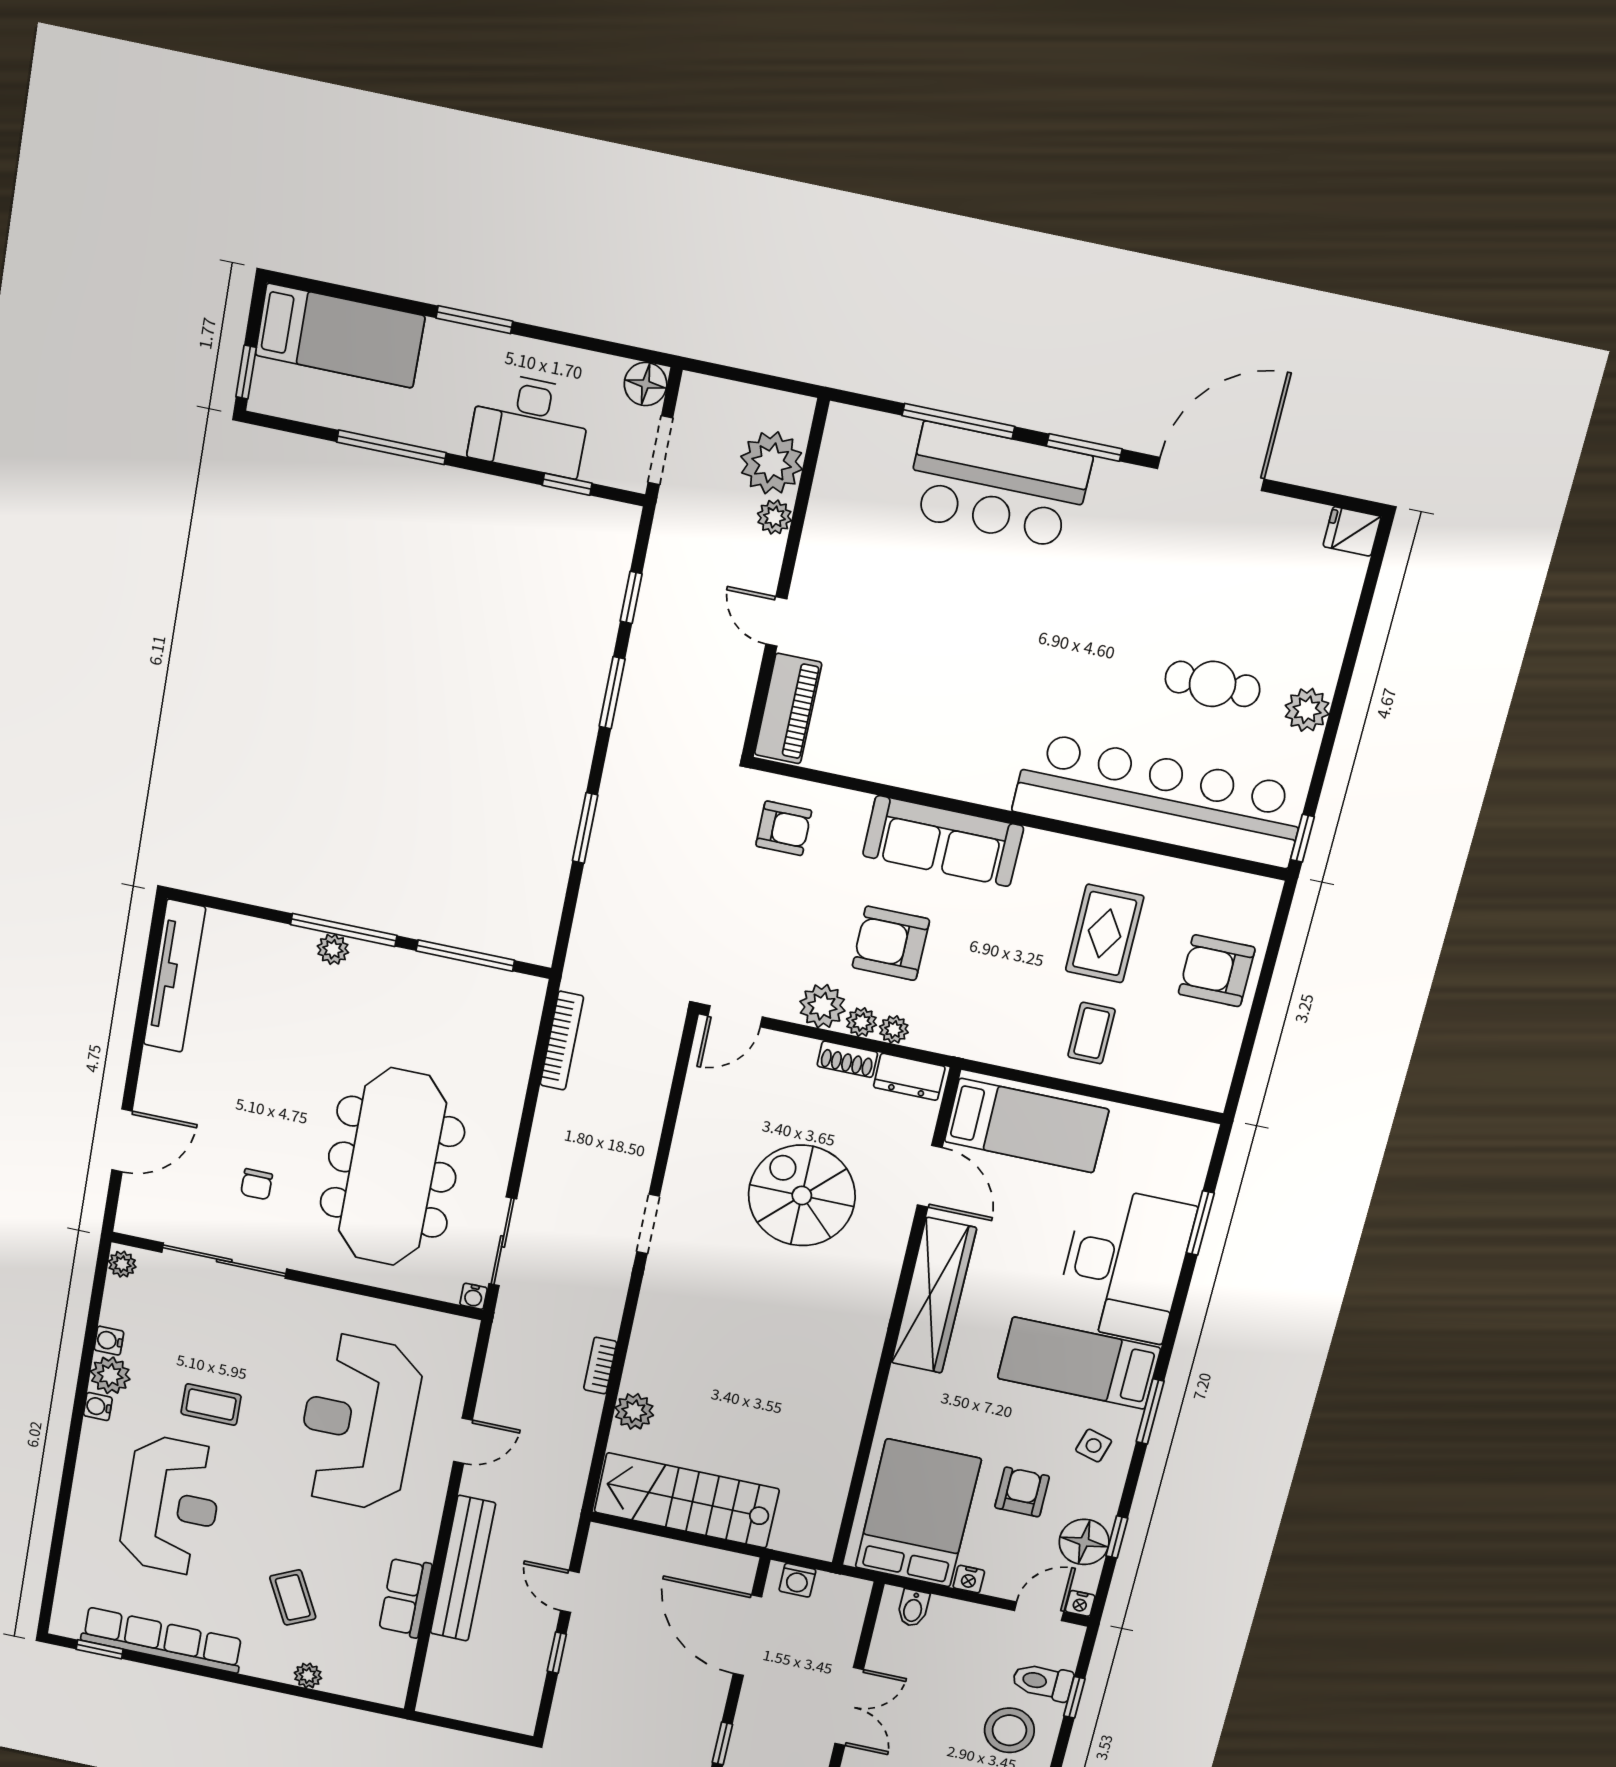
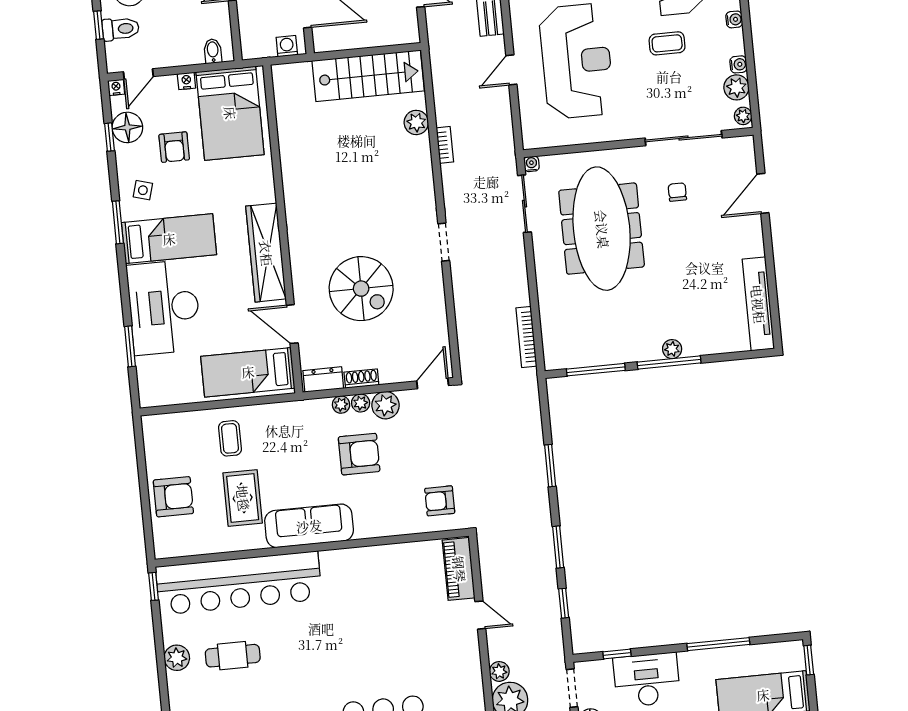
sofa: (943, 841) -> (309, 526), moved
plant: (110, 1375) -> (736, 87), moved

